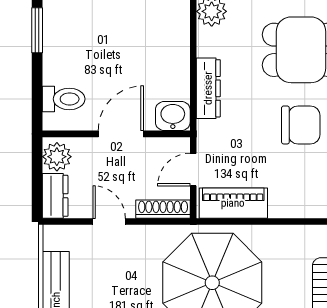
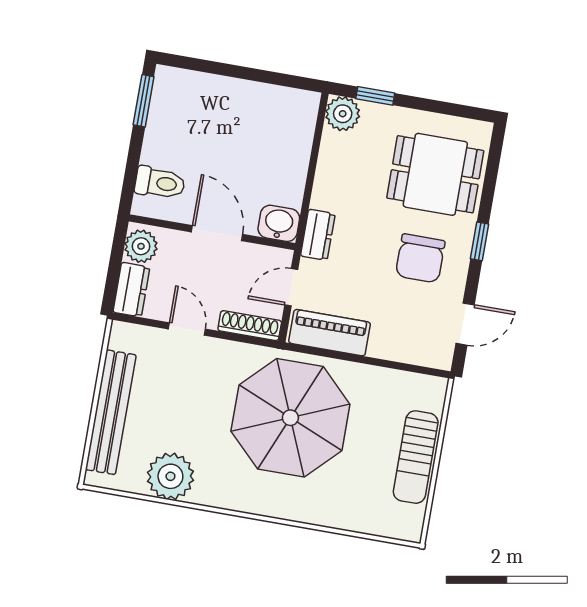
dresser: (208, 88) -> (318, 235), moved, width x0.70
chair: (301, 125) -> (420, 258), turned 90
door: (121, 134) -> (217, 233), hinge flipped

